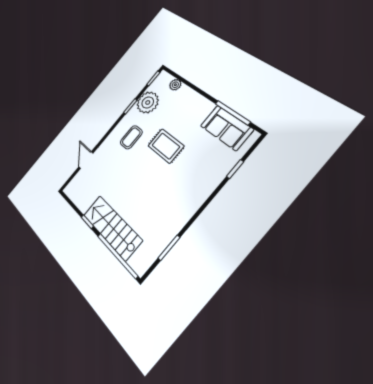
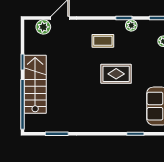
plant: (148, 102) -> (131, 25), width x0.53, depth x0.53
rug: (166, 146) -> (116, 74), turned 90
plant: (80, 180) -> (43, 27), added

